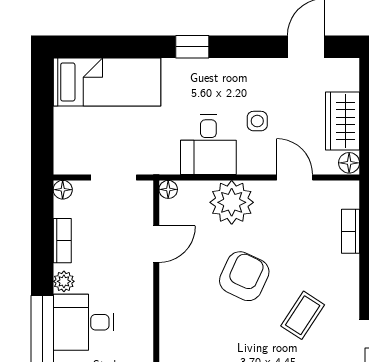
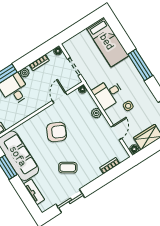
window: (192, 47) -> (140, 65), width x2.17
plant: (232, 202) -> (96, 113), width x0.53, depth x0.53
door: (156, 244) -> (60, 98), swing flipped
armchair: (244, 276) -> (57, 132), moved

